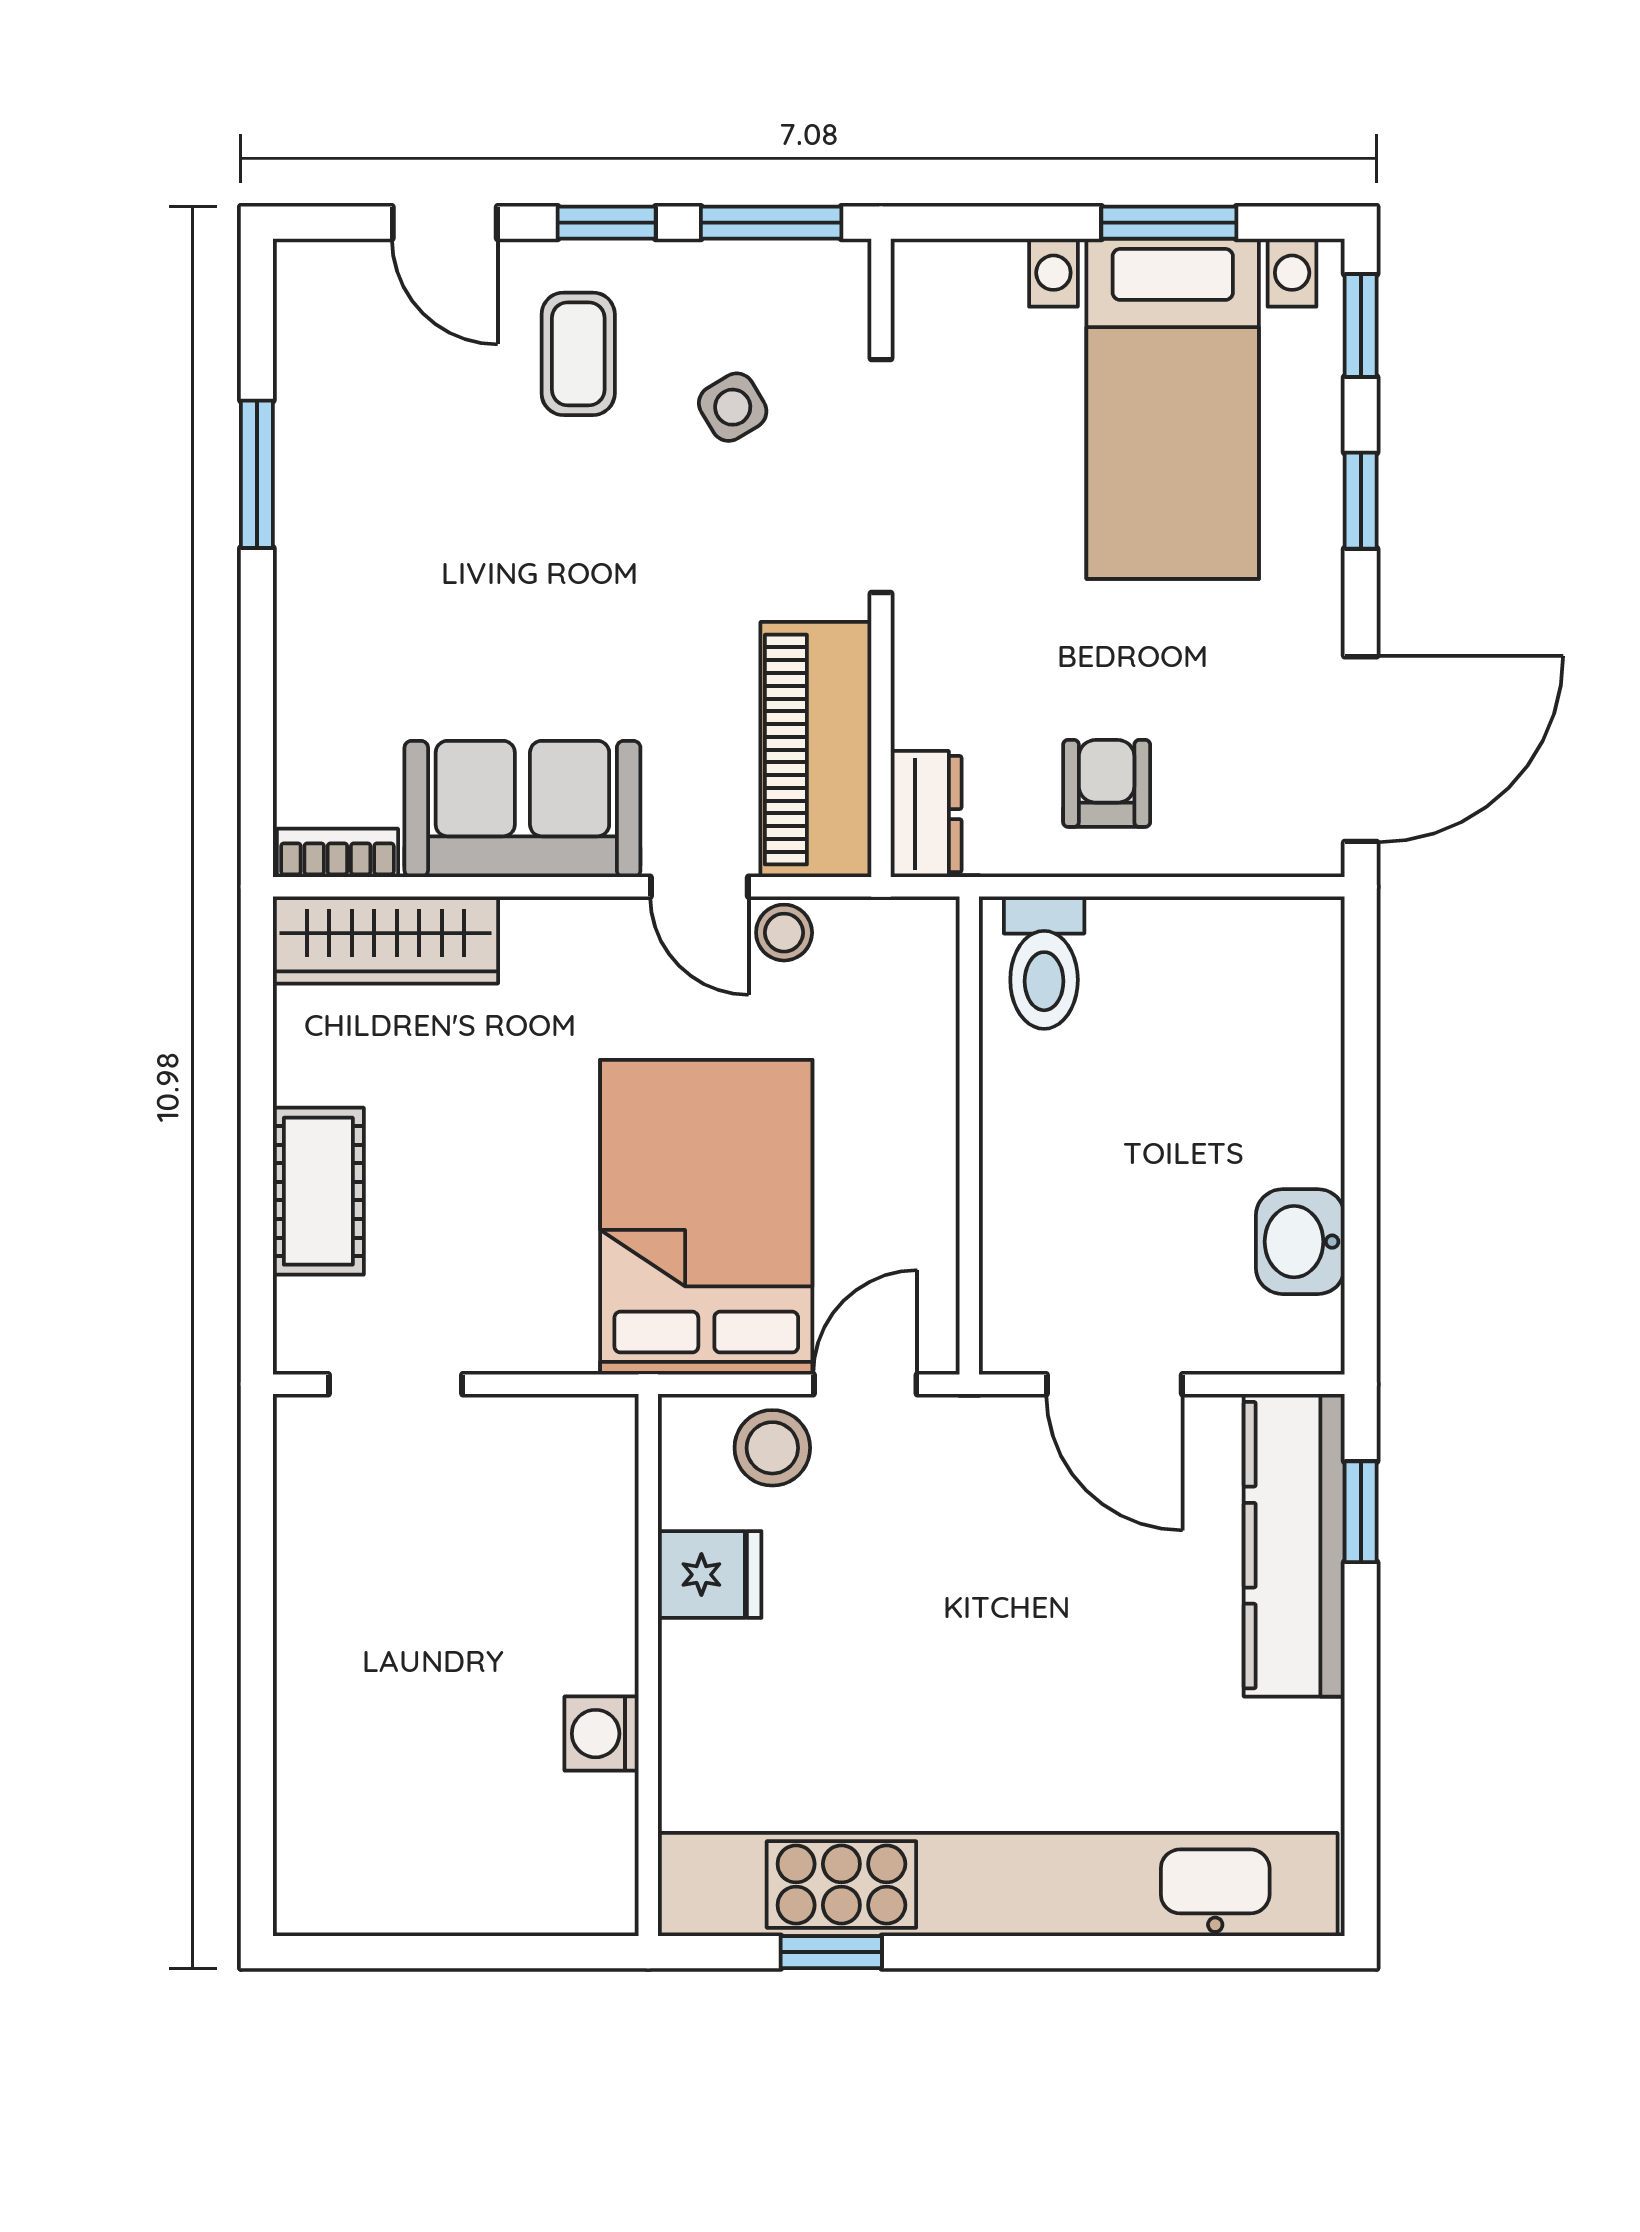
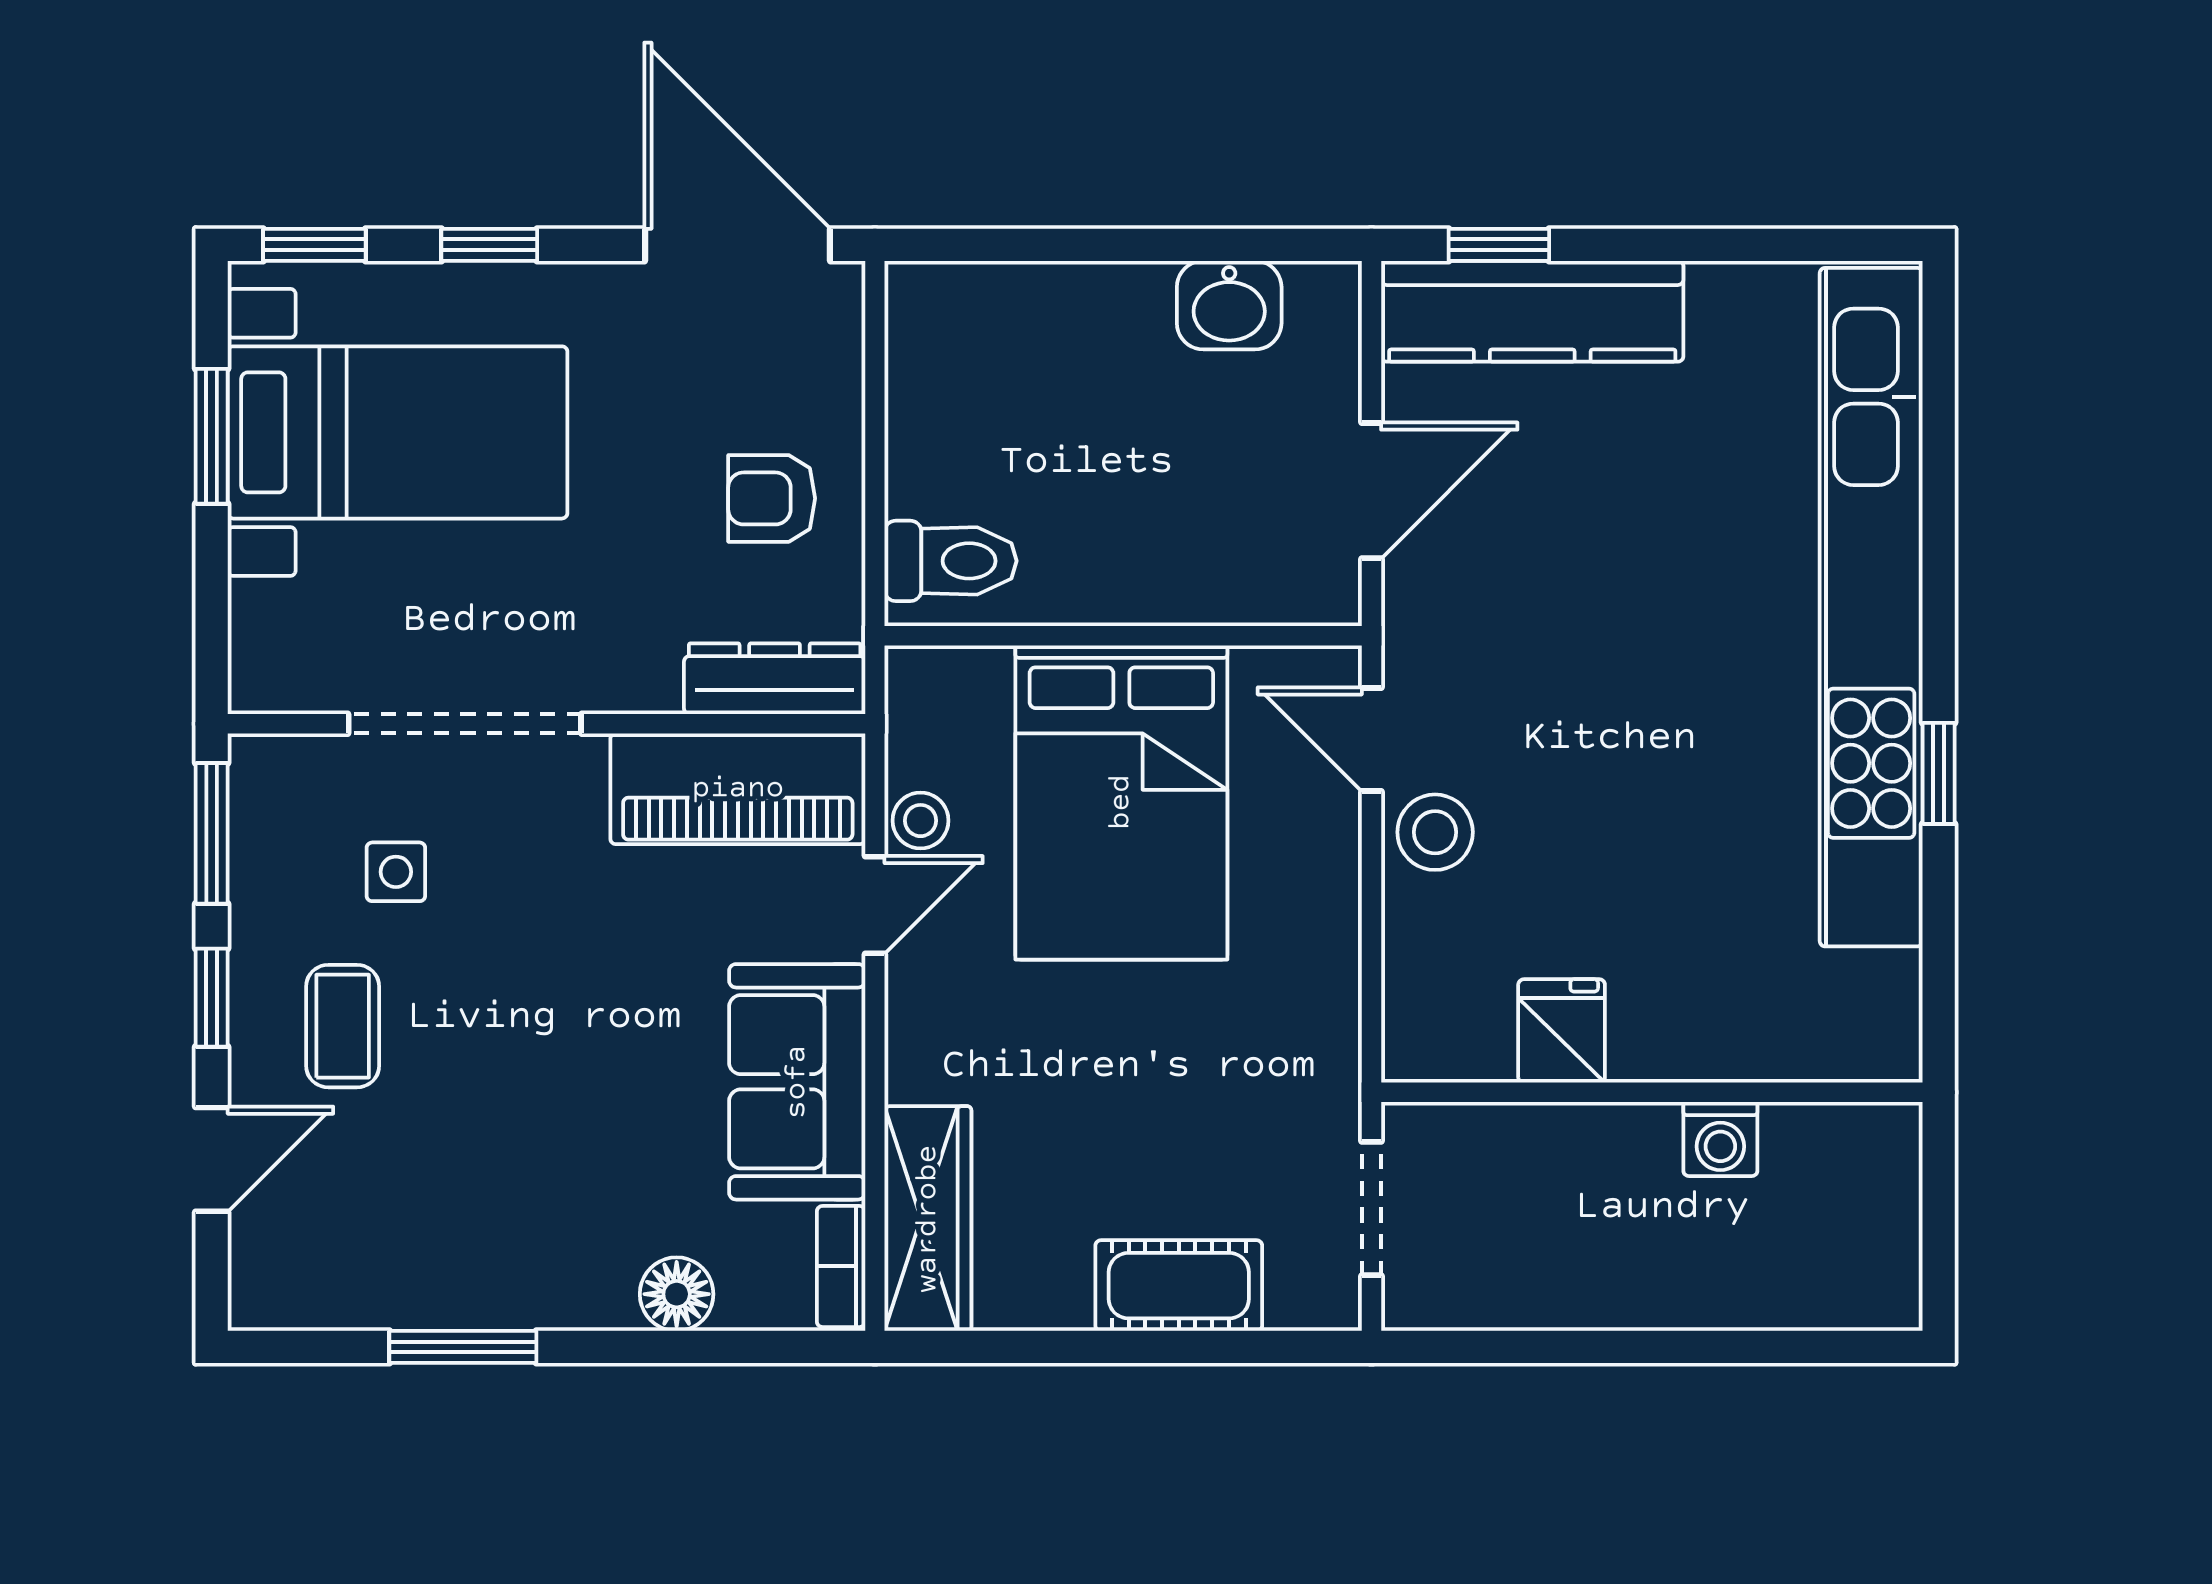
coffee table: (578, 354) -> (343, 1026), turned 90
side table: (733, 407) -> (396, 872), turned 31
floor lamp: (310, 688) -> (677, 1294), added
dresser: (926, 814) -> (775, 679), width x1.44
bed: (706, 1217) -> (1121, 802), moved, turned -90
fridge: (710, 1575) -> (1562, 1031), moved
wall: (648, 1665) -> (1652, 1092), moved
washing machine: (602, 1734) -> (1720, 1139), moved

